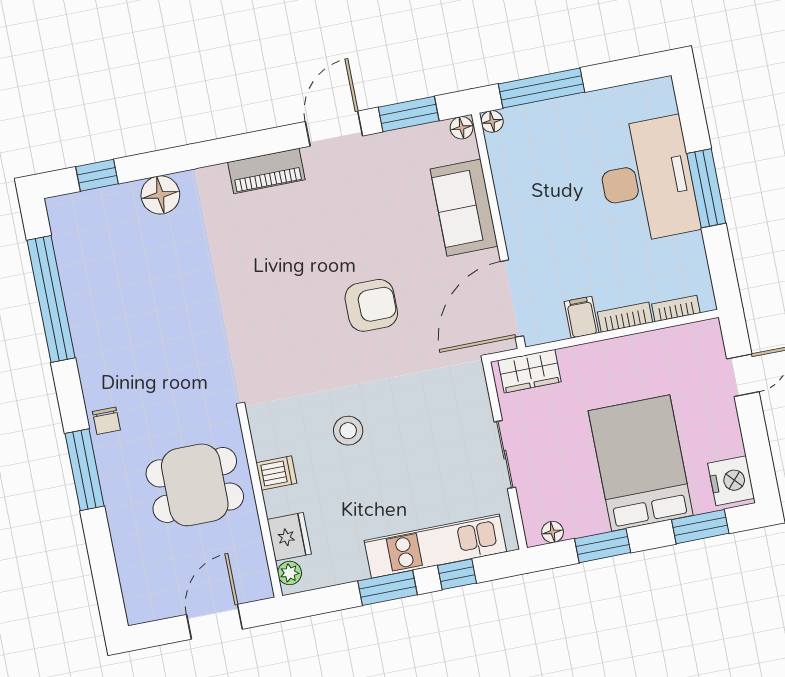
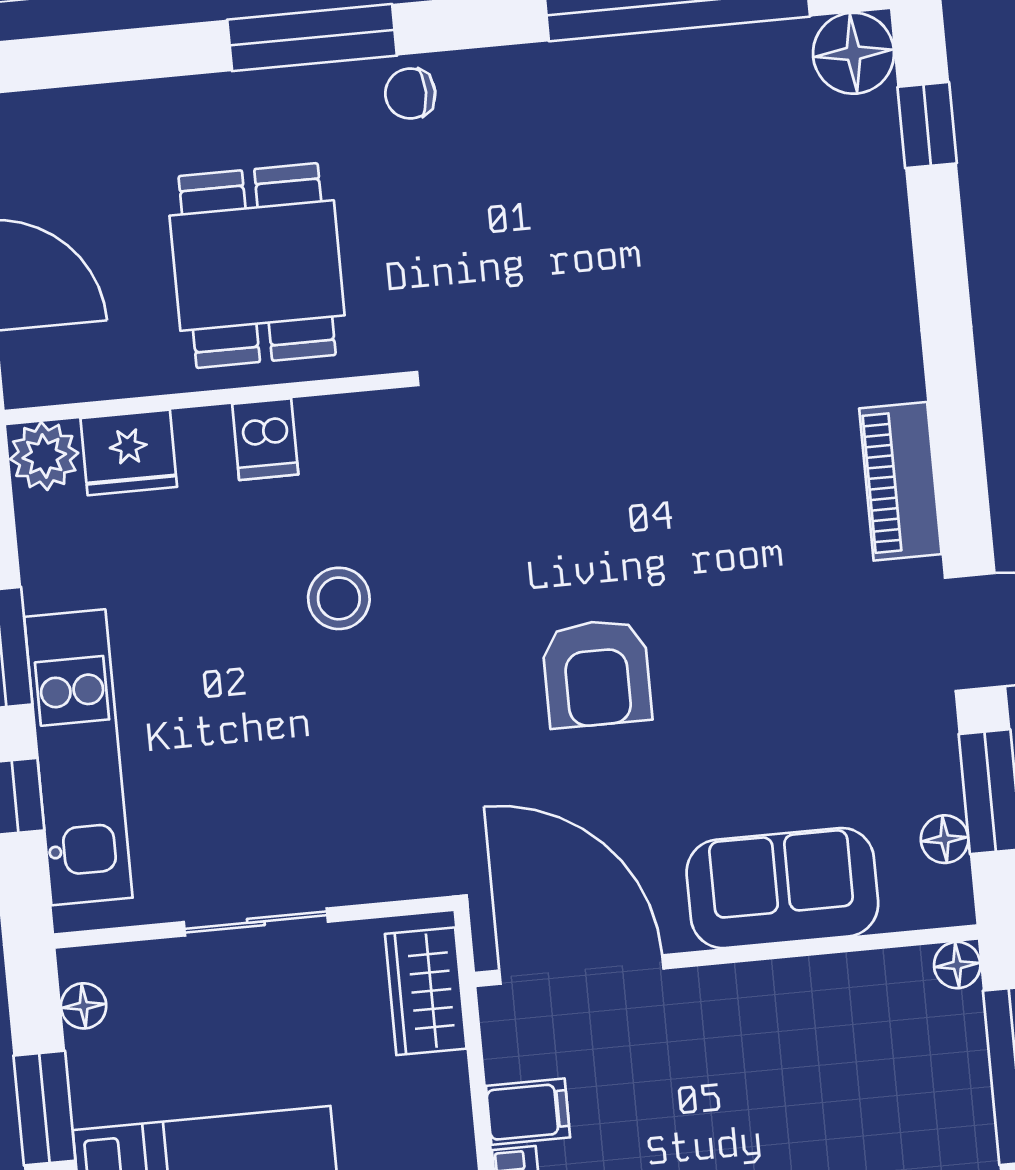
floor lamp: (462, 128) -> (945, 839), moved
floor lamp: (160, 195) -> (853, 53), moved
plant: (290, 573) -> (44, 456), width x1.38, depth x1.38

